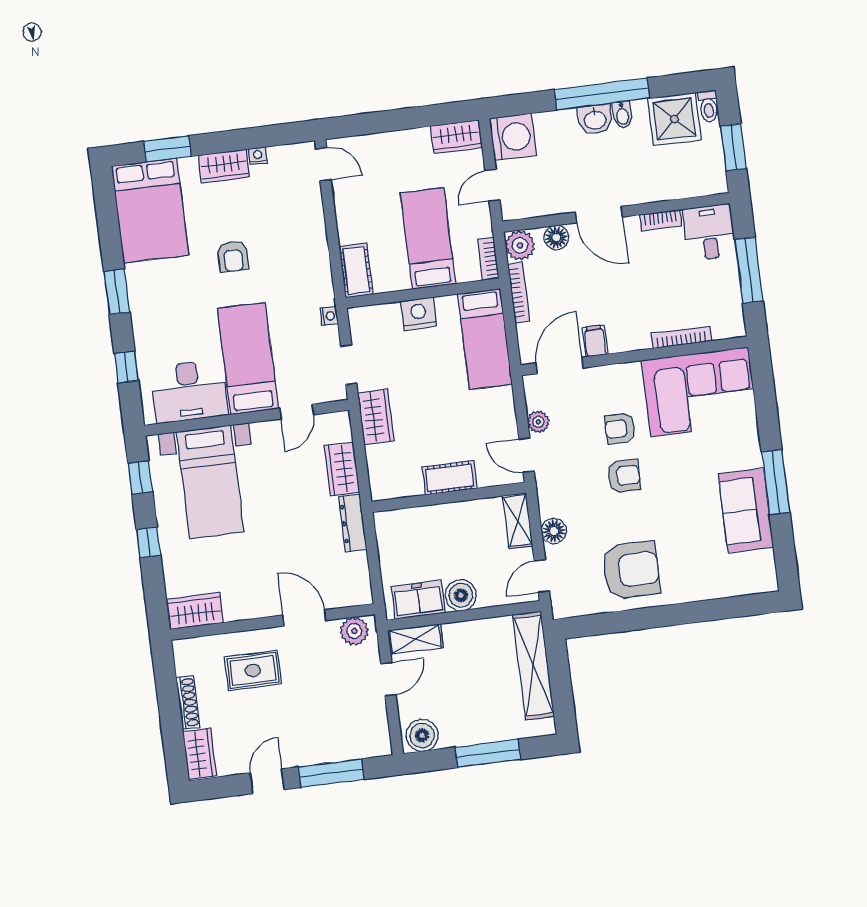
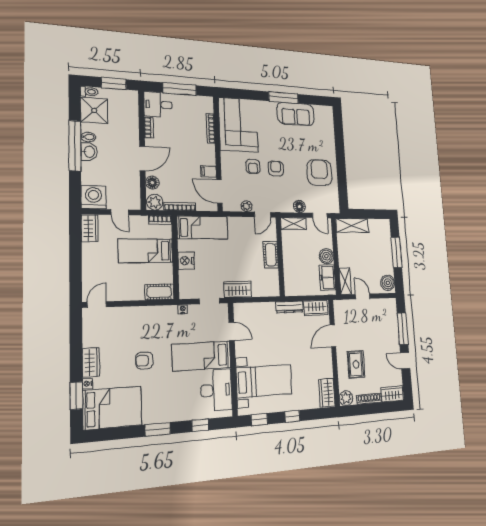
nightstand: (258, 156) -> (88, 384), moved
armchair: (233, 256) -> (144, 361), turned 180
wardrobe: (342, 469) -> (316, 308), moved
plant: (354, 631) -> (346, 398), moved
shelving: (533, 666) -> (352, 225), width x0.68

